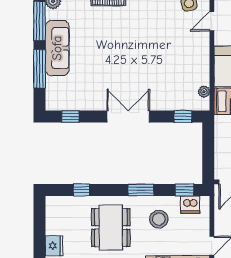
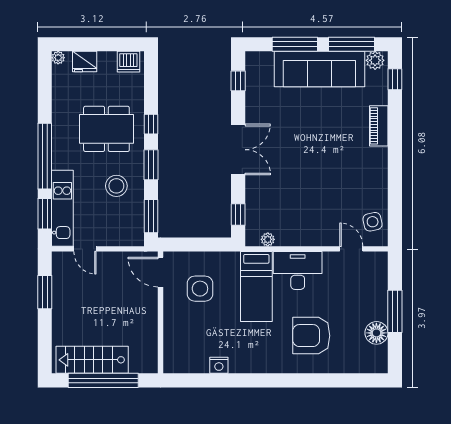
sofa: (57, 48) -> (319, 69), width x1.36, depth x1.27
window: (81, 190) -> (151, 124), moved
window: (184, 190) -> (151, 216), width x1.50
dishwasher: (190, 205) -> (128, 62), moved, turned -90

